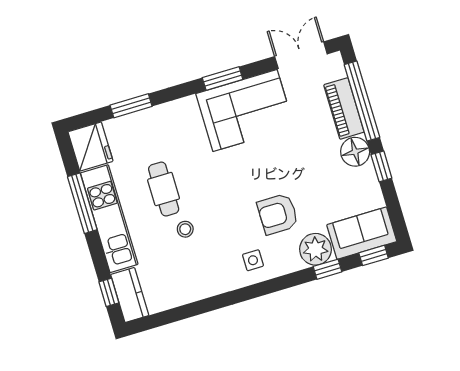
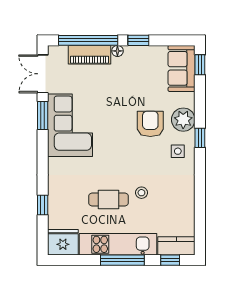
window: (223, 79) -> (43, 116), moved
window: (131, 106) -> (43, 205), width x0.67
floor lamp: (355, 152) -> (117, 51), width x0.53, depth x0.53
window: (82, 203) -> (122, 260), moved
armchair: (278, 214) -> (150, 124), turned 180
plant: (315, 249) -> (183, 120), moved
window: (328, 269) -> (200, 138), moved

